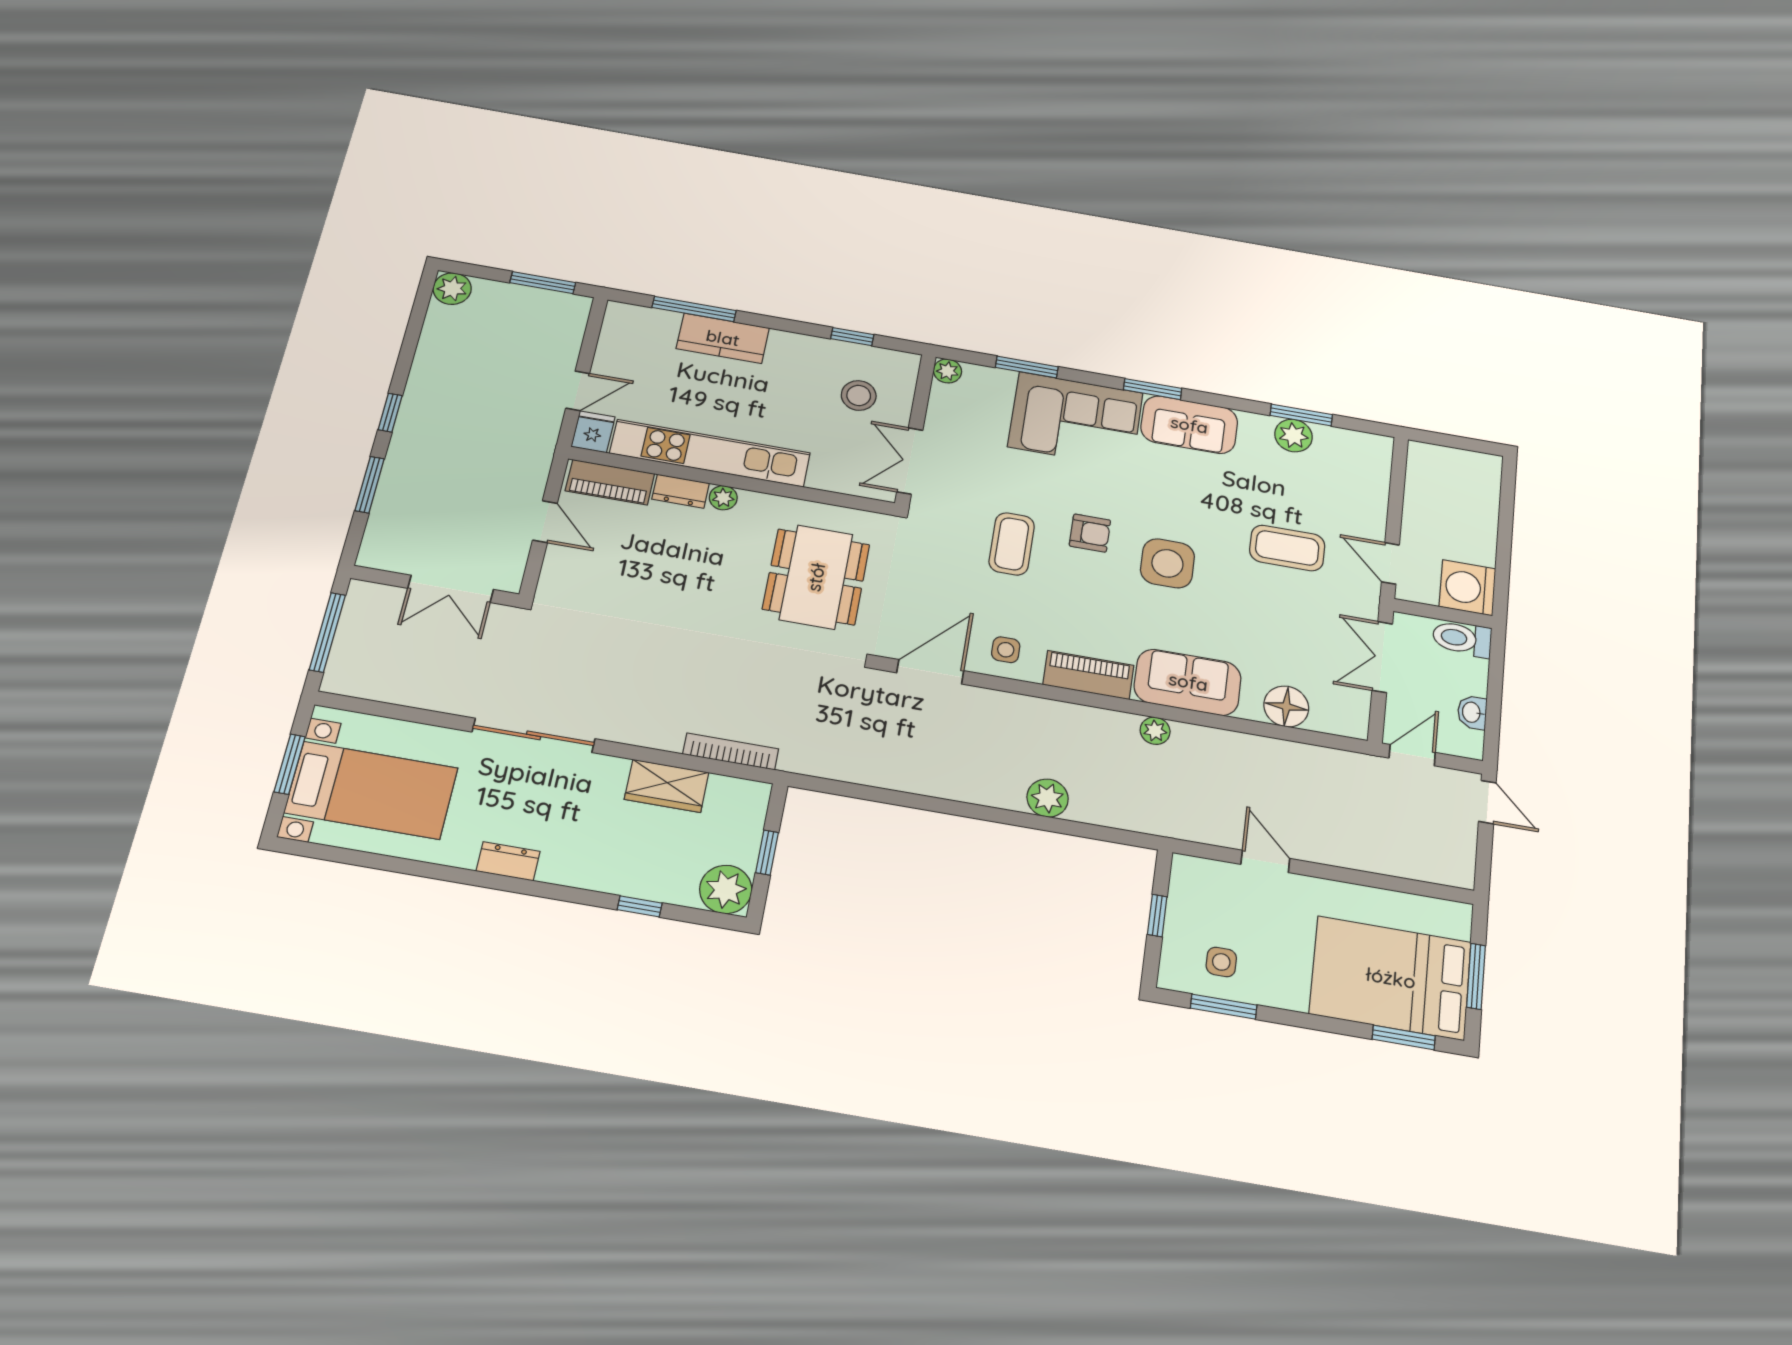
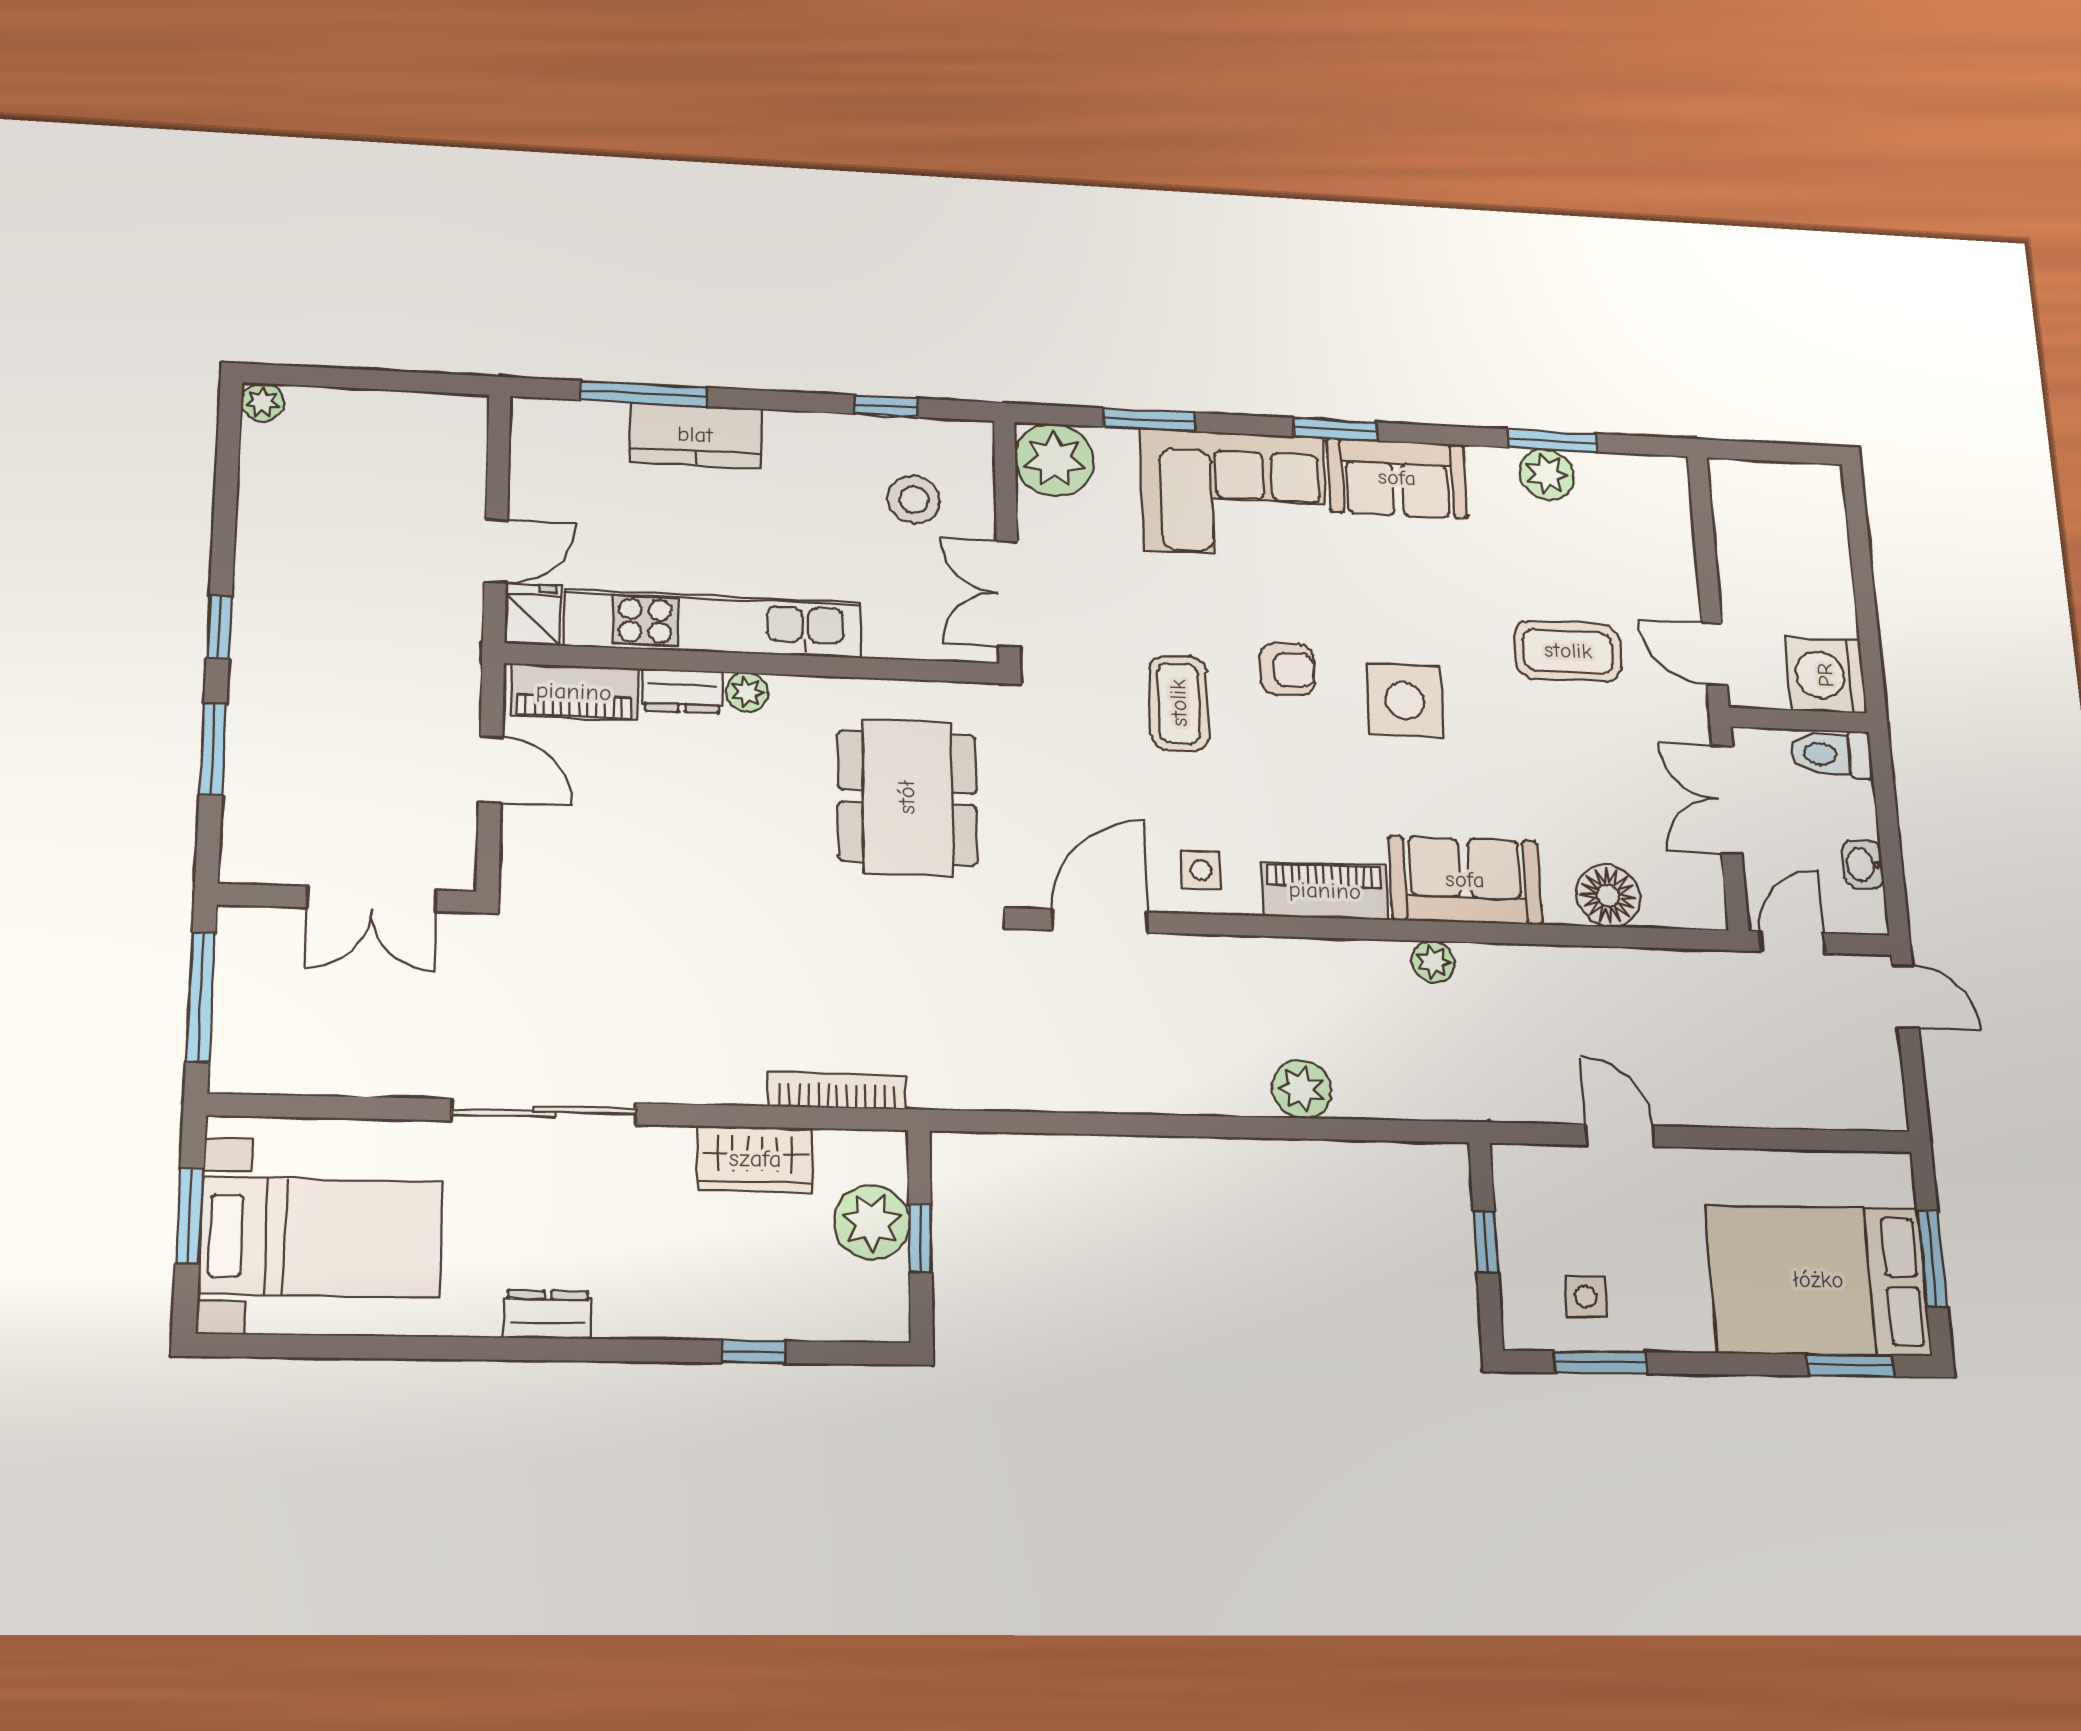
window: (543, 283) -> (407, 381), removed
plant: (452, 289) -> (263, 402), width x0.73, depth x0.73
plant: (947, 371) -> (1054, 460), width x1.87, depth x1.87
plant: (726, 889) -> (871, 1222), moved

